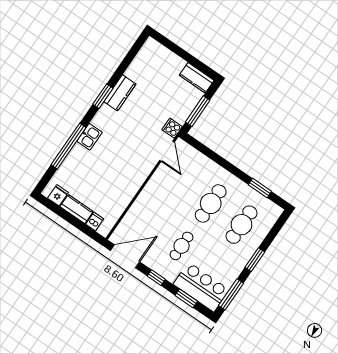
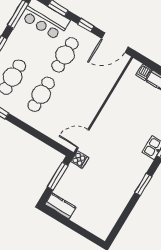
kitchen counter: (120, 93) -> (128, 188), removed
door: (167, 151) -> (83, 139), hinge flipped
cafe table: (182, 246) -> (65, 55), width x1.37, depth x1.35

